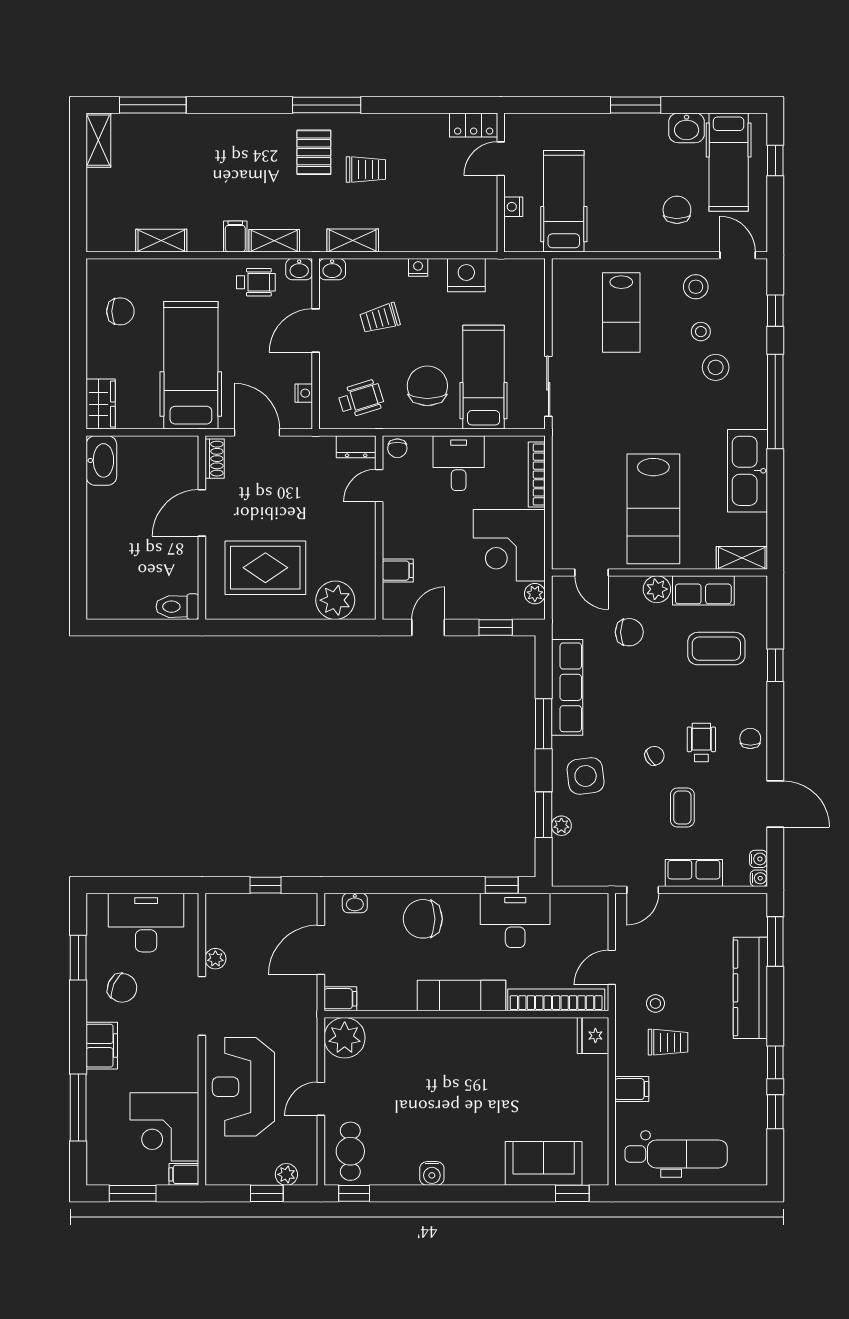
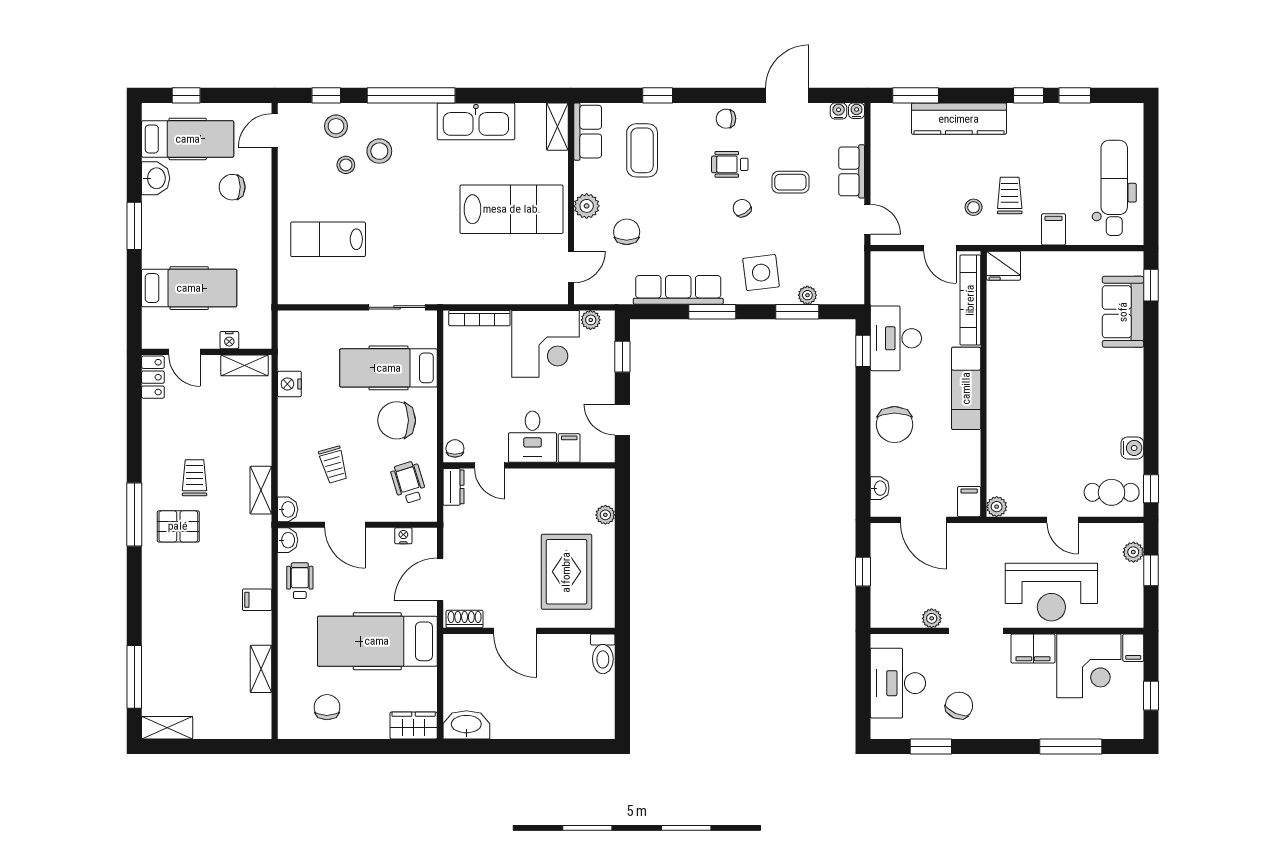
hospital bed: (564, 201) -> (189, 288), moved, turned 180
shelving: (274, 241) -> (245, 365), moved, turned 90
nightstand: (418, 267) -> (286, 429), removed
nightstand: (466, 275) -> (289, 384), width x0.74, depth x0.75
stool: (696, 287) -> (336, 126), moved
lab bench: (621, 312) -> (328, 239), turned 180
chair: (397, 448) -> (455, 448), turned -90
desk: (459, 463) -> (532, 437), moved, turned -90
row of seats: (703, 590) -> (588, 132), moved
plant: (335, 600) -> (605, 515), width x0.53, depth x0.53
plant: (345, 1038) -> (997, 507), width x0.53, depth x0.53
filing cabinet: (102, 1046) -> (1033, 649), moved, turned 180
water cooler: (432, 1173) -> (1132, 448), moved
window: (133, 1193) -> (1151, 696), width x0.67

